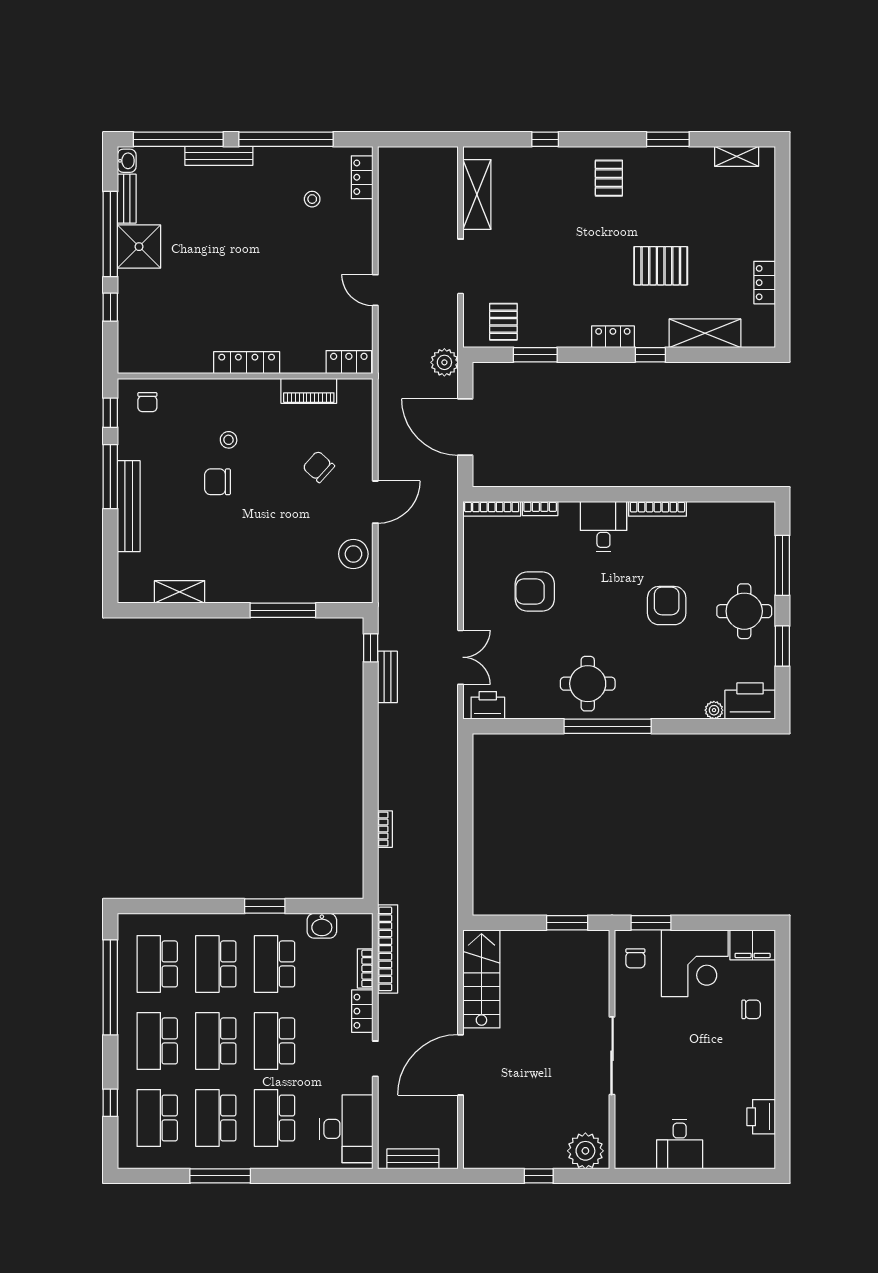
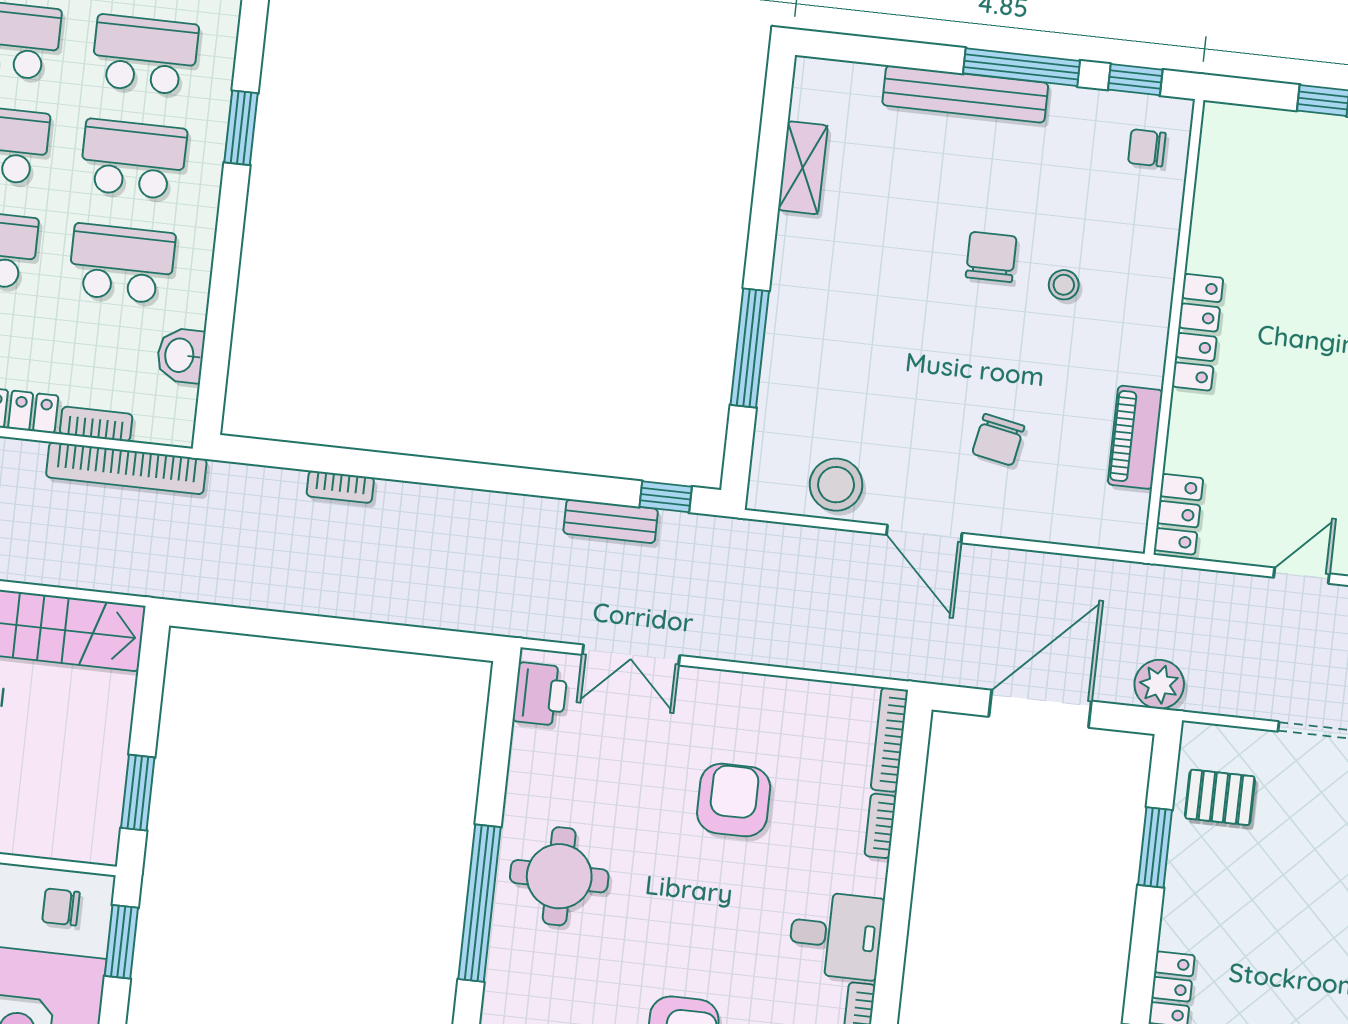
chair: (319, 467) -> (998, 440), turned 149
window: (265, 906) -> (241, 128), moved

